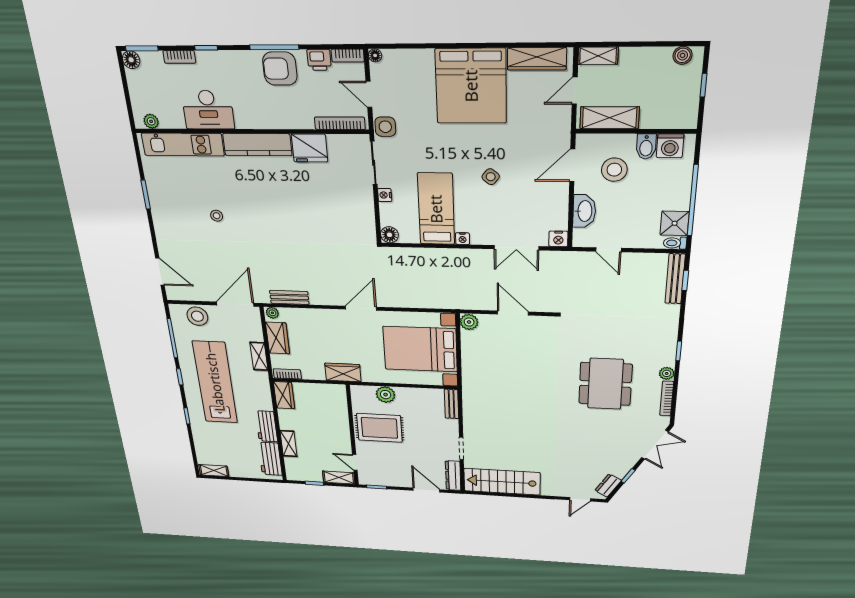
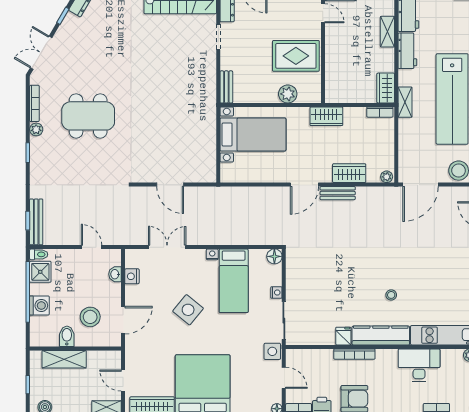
door: (575, 91) -> (123, 381), swing flipped
shelving: (610, 118) -> (64, 359), moved
bookcase: (340, 123) -> (354, 354), moved
washing machine: (670, 146) -> (39, 306), moved, turned 90
fridge: (309, 148) -> (343, 336), width x0.53, depth x0.75
side table: (491, 177) -> (188, 310), width x1.87, depth x1.87
washbasin: (584, 211) -> (115, 274), width x0.52, depth x0.69
stool: (217, 216) -> (391, 295), moved
nightstand: (558, 239) -> (132, 276), moved, turned -90
bench: (289, 297) -> (338, 193), moved
plant: (469, 322) -> (208, 174), removed
wardrobe: (278, 338) -> (349, 173), moved, turned 90
bed with nightstands: (420, 349) -> (253, 135), width x0.73
shelving: (259, 356) -> (405, 102), moved
dining table: (605, 384) -> (88, 116), turned 90

